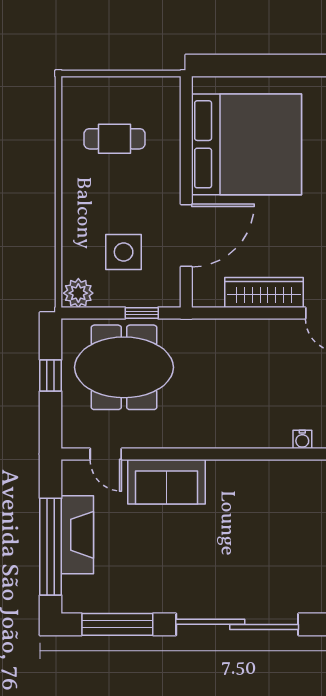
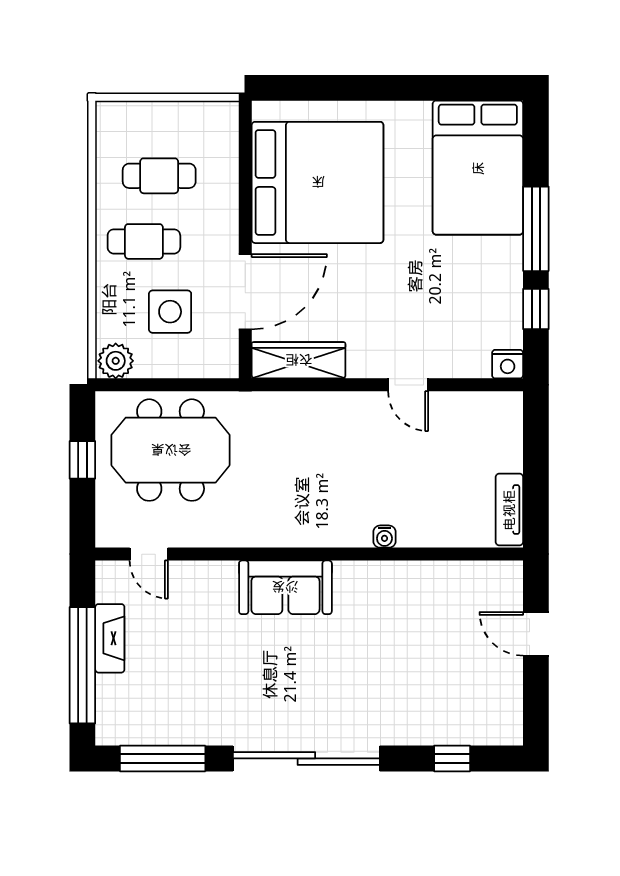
cafe table: (102, 194) -> (144, 241), added
wardrobe: (264, 293) -> (299, 360), moved
window: (142, 313) -> (192, 385), removed
sofa: (167, 482) -> (285, 587), moved
fireplace: (77, 535) -> (110, 638), width x0.73, depth x0.76

